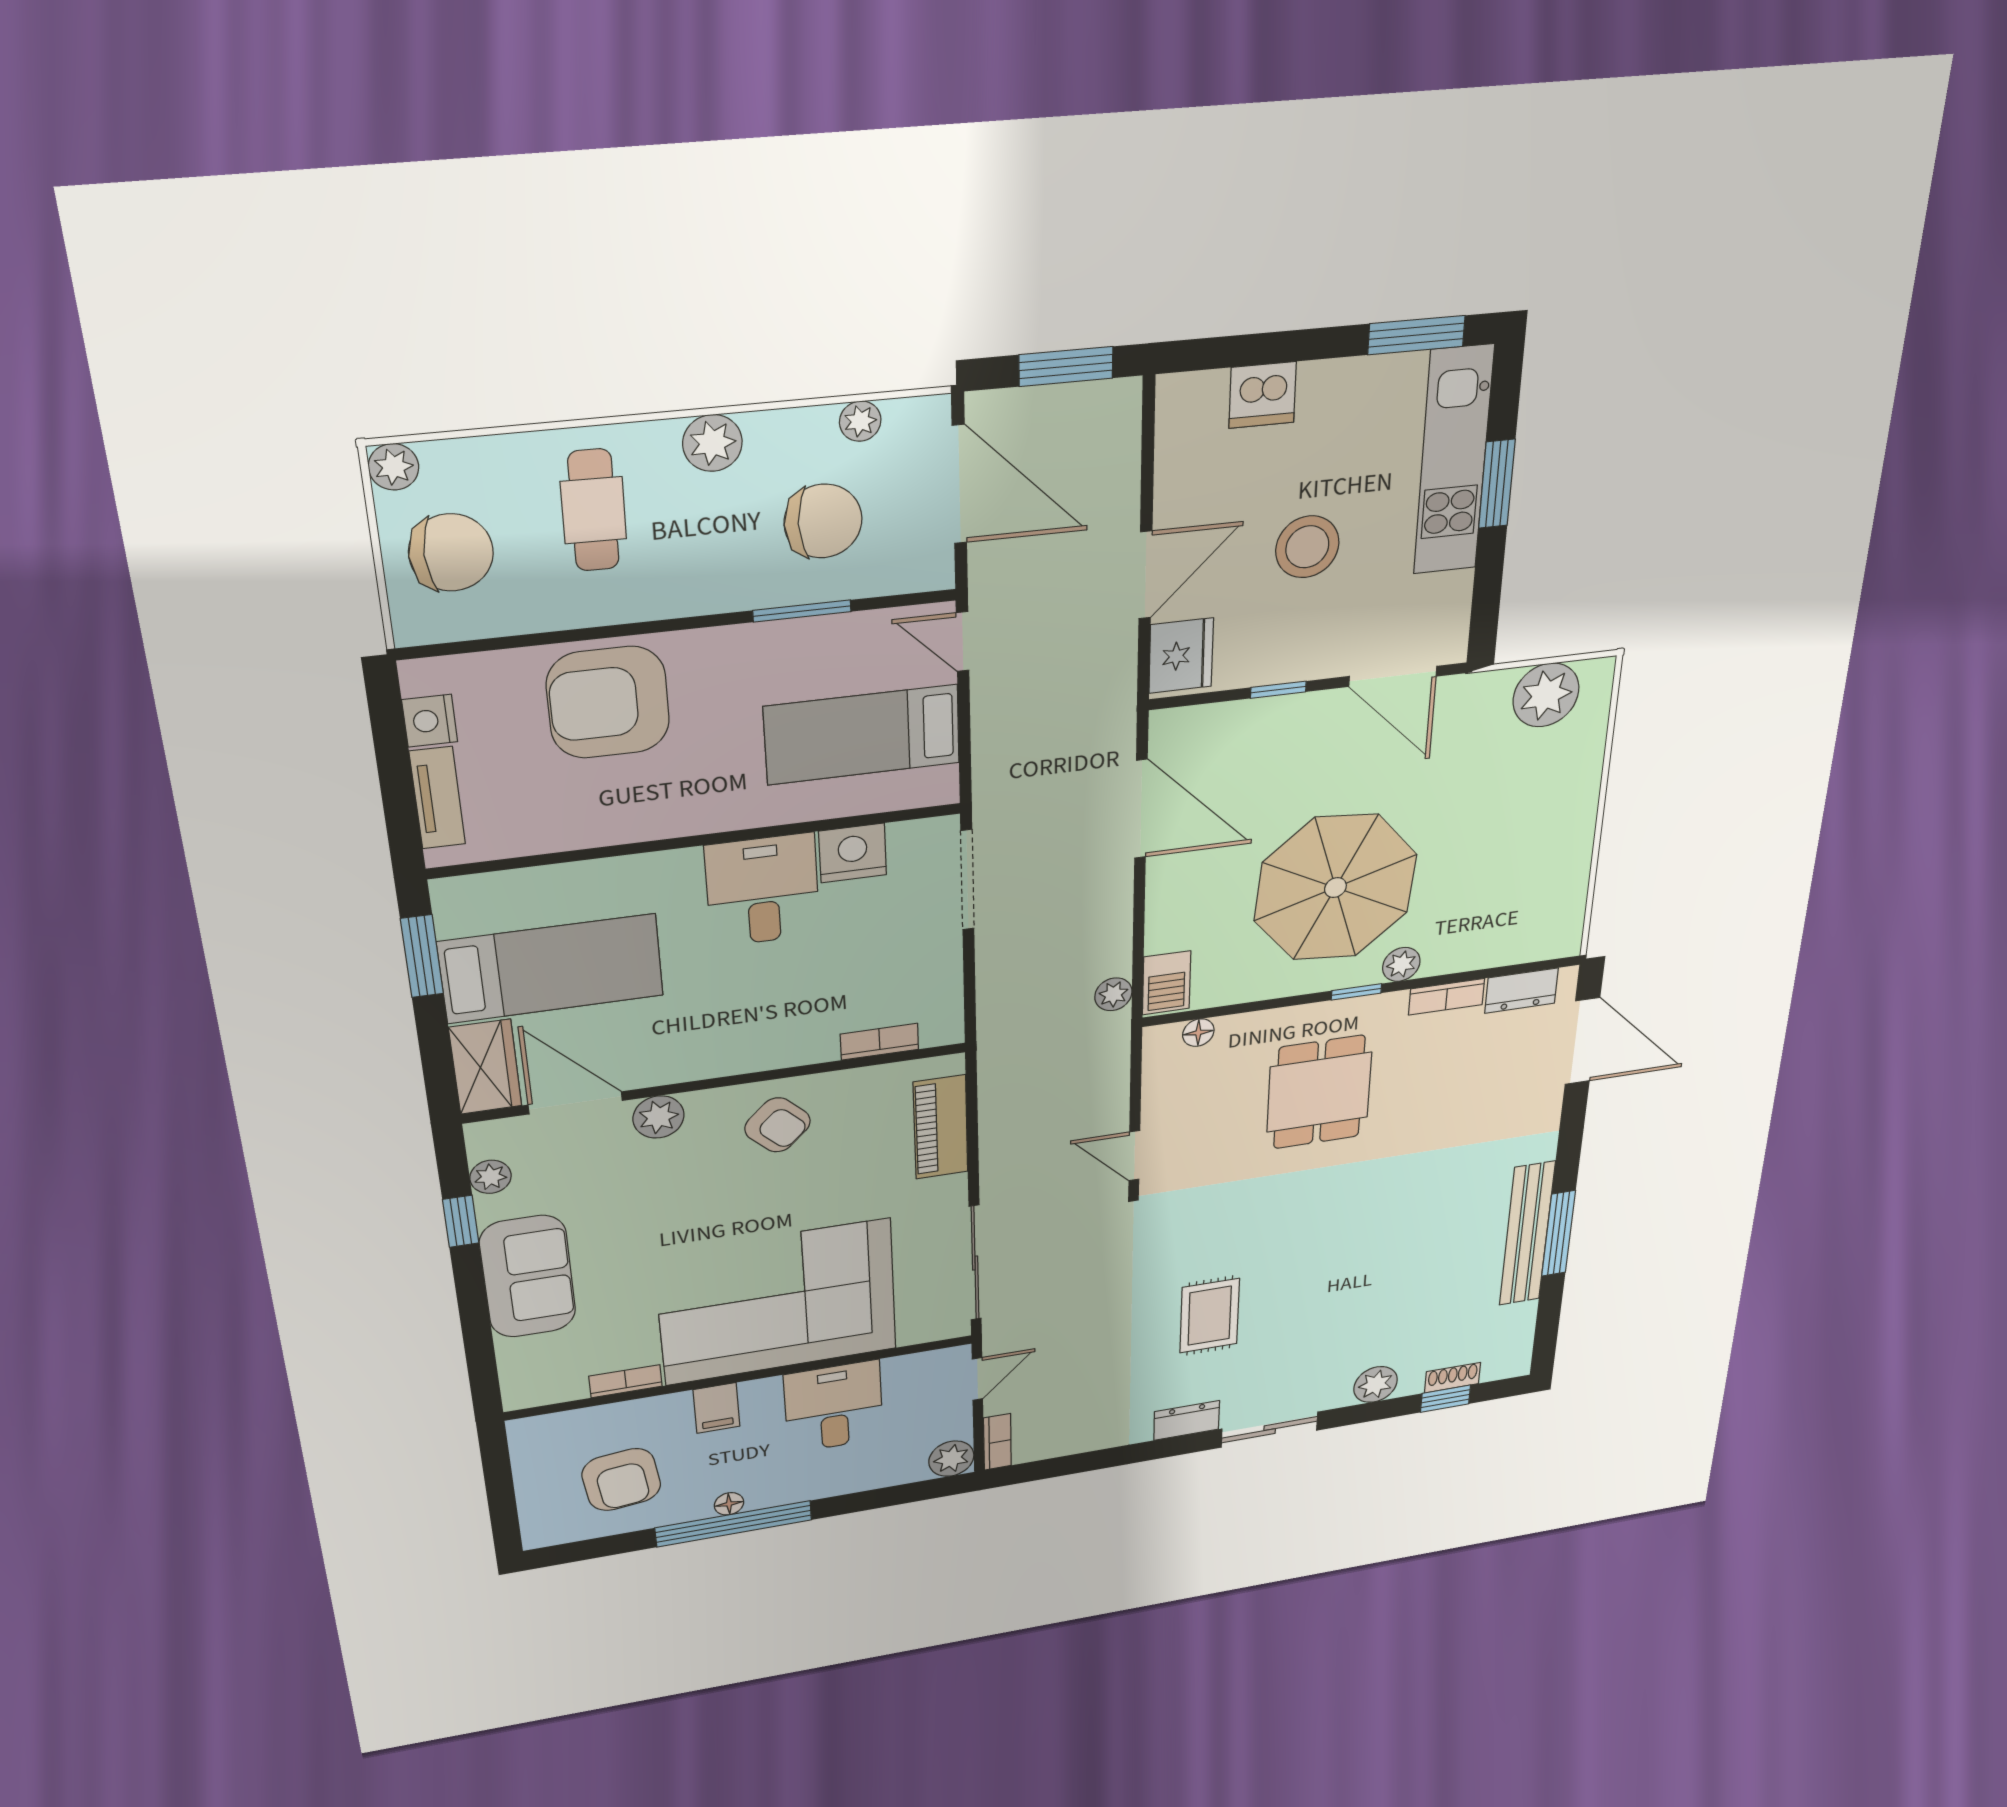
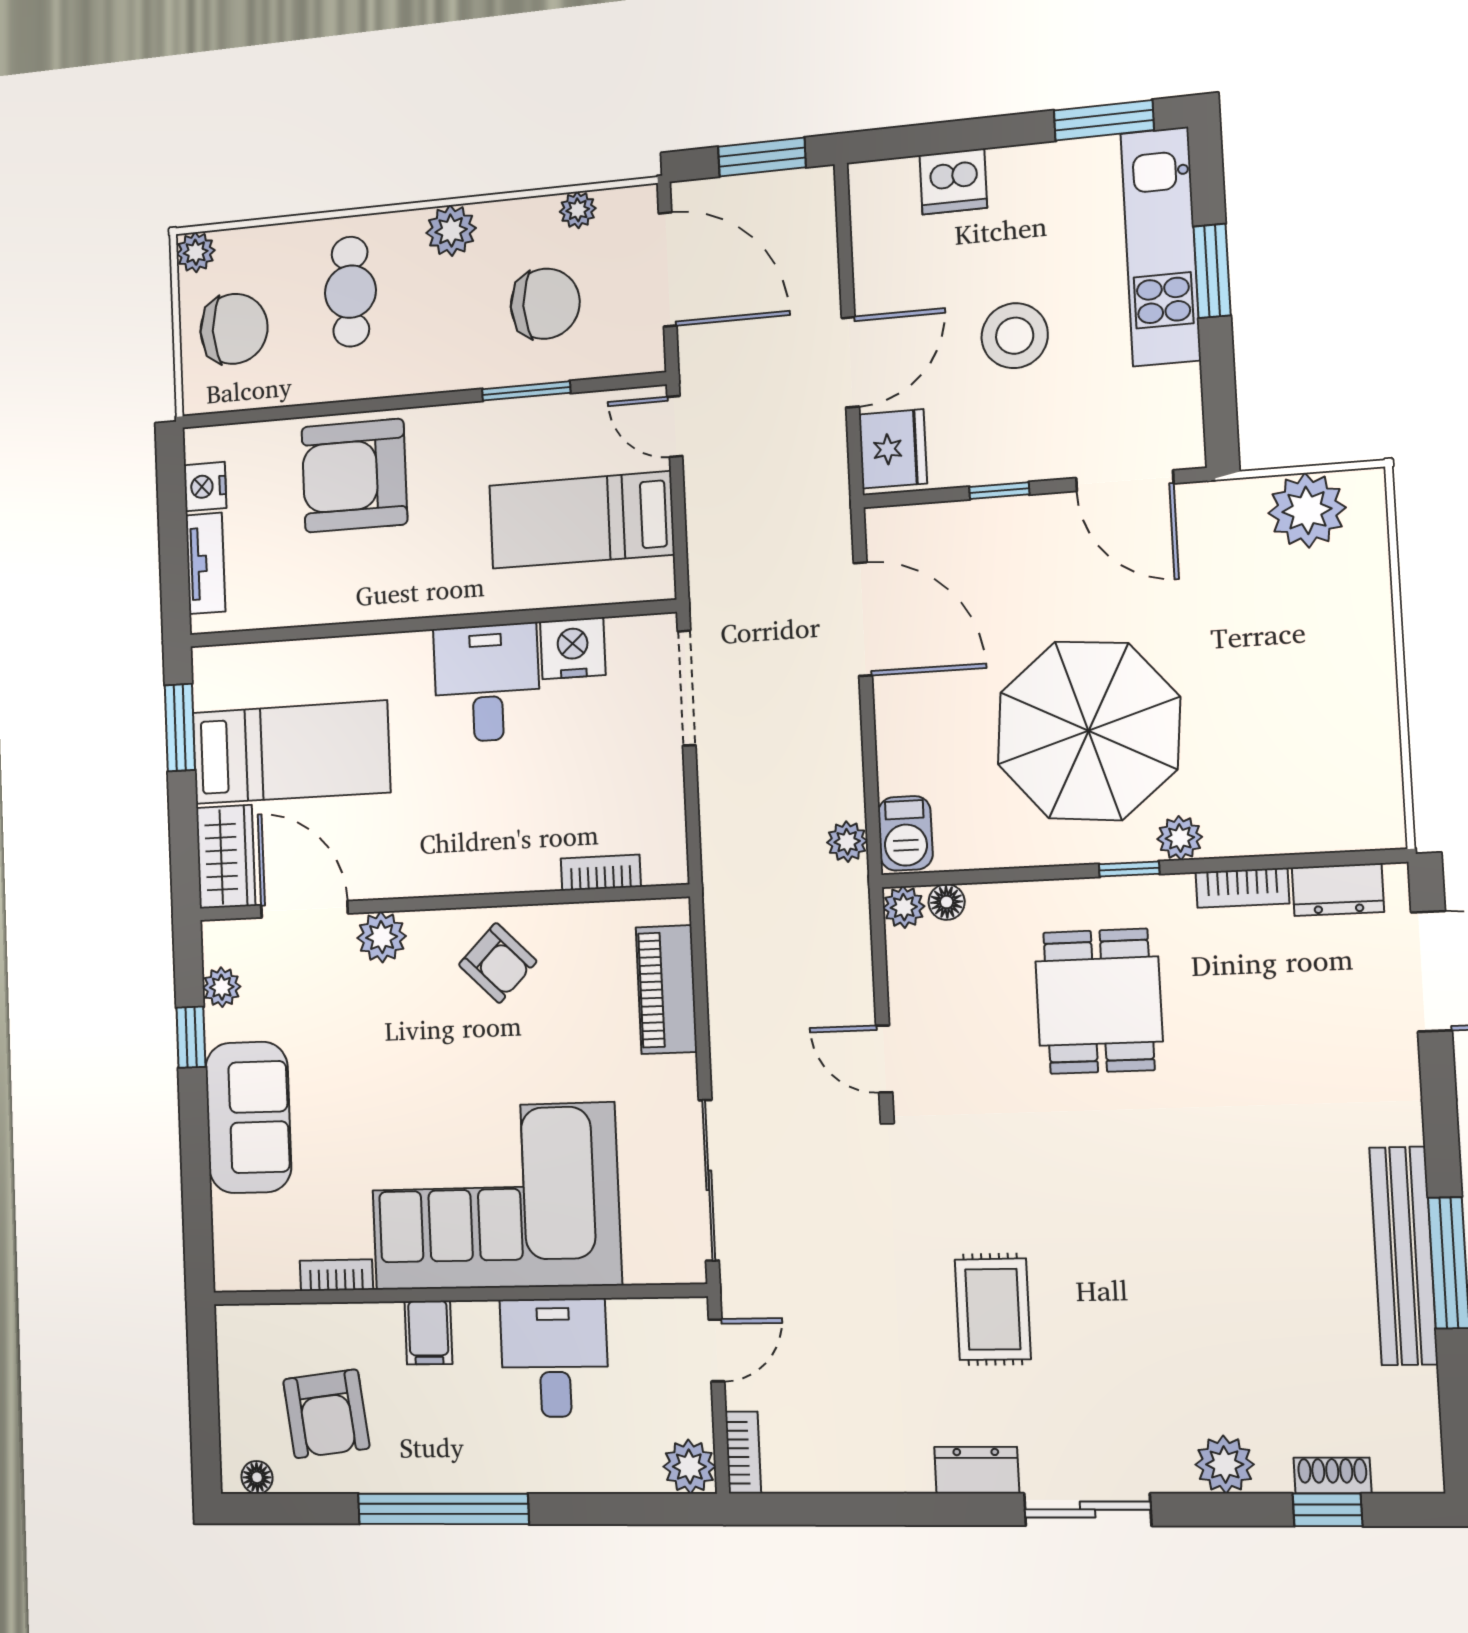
plant: (1160, 1040) -> (904, 907), added
floor lamp: (729, 1504) -> (257, 1477), moved

